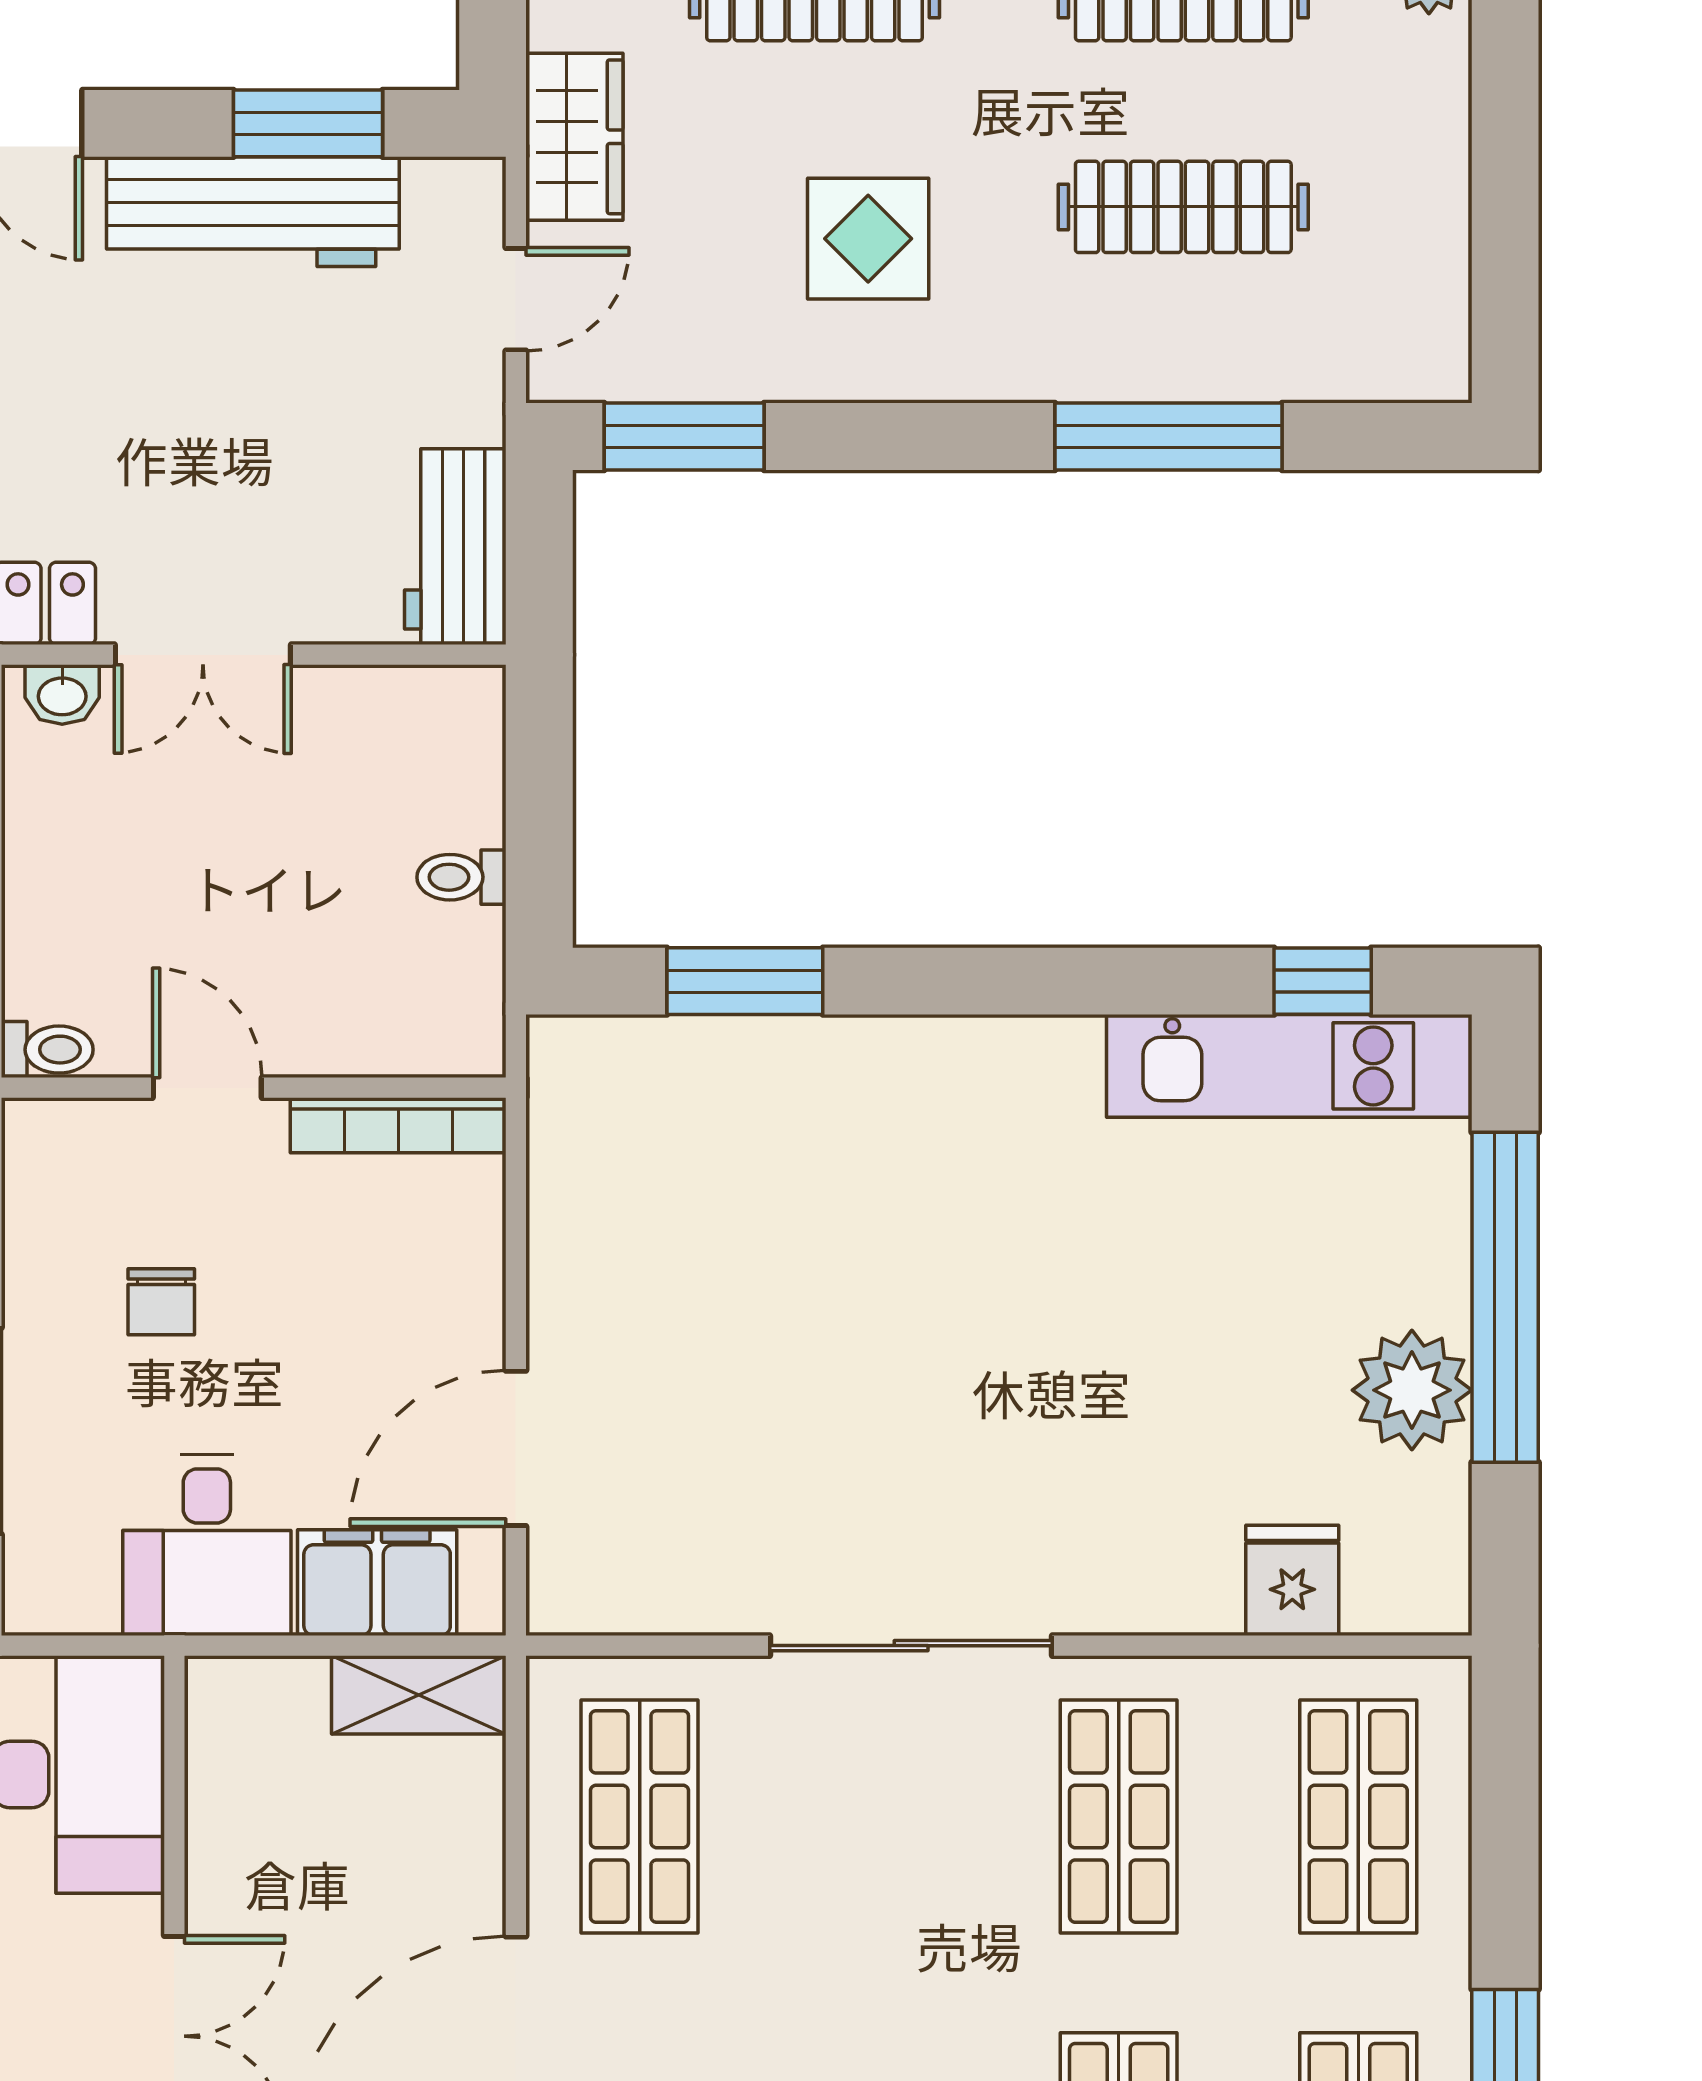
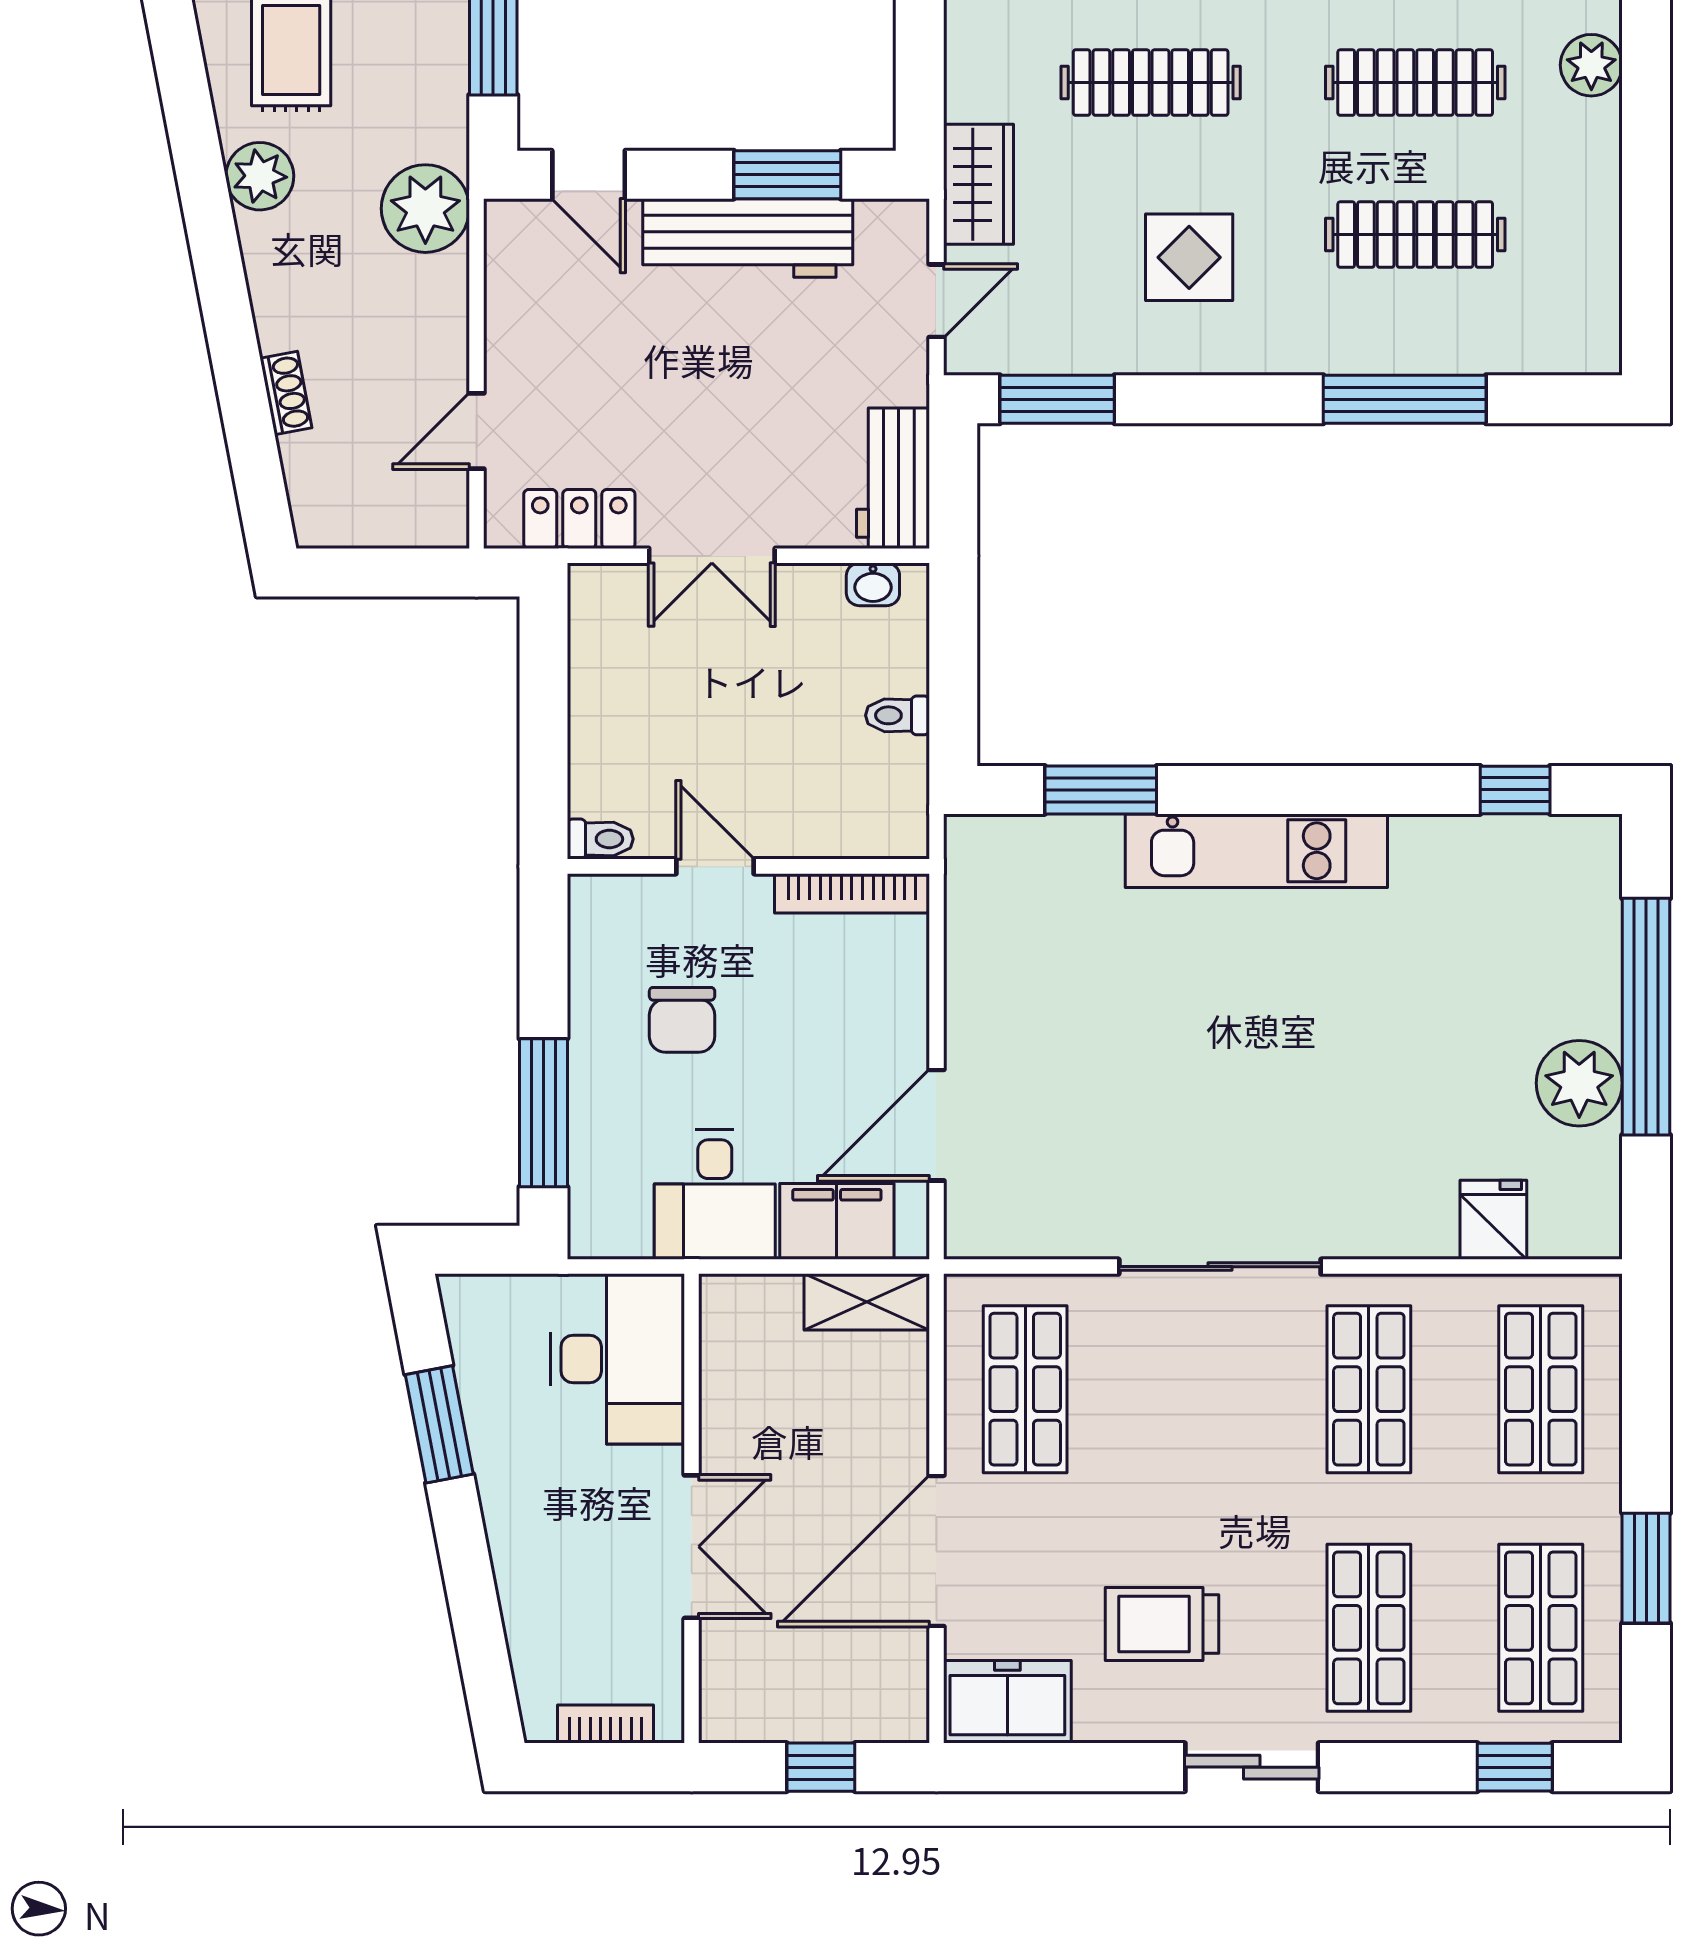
washbasin: (62, 695) -> (873, 584), moved
kitchen unit: (1289, 1066) -> (1256, 851), moved
chair: (161, 1302) -> (682, 1020), width x1.37, depth x1.37

